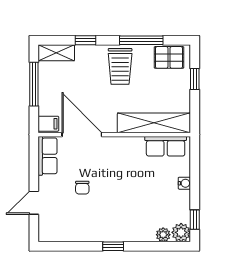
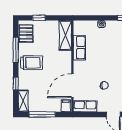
shelving: (154, 123) -> (65, 35), width x0.68
row of seats: (166, 146) -> (79, 48), moved

